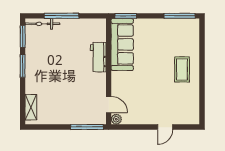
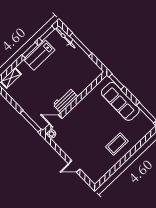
sofa: (122, 44) -> (120, 101), moved, turned 90
workbench: (98, 57) -> (65, 101), moved
lab bench: (36, 62) -> (40, 55), added
door: (109, 104) -> (56, 121), swing flipped

